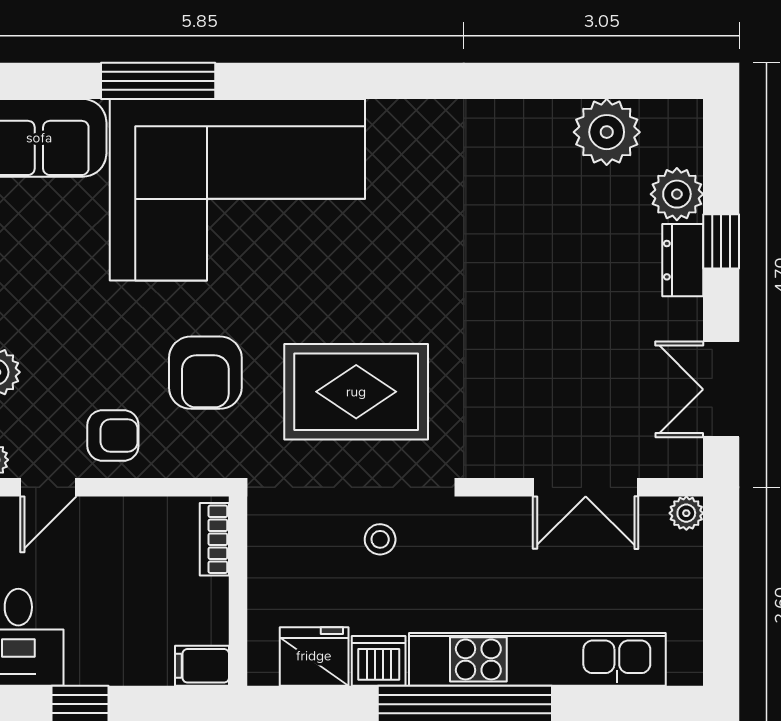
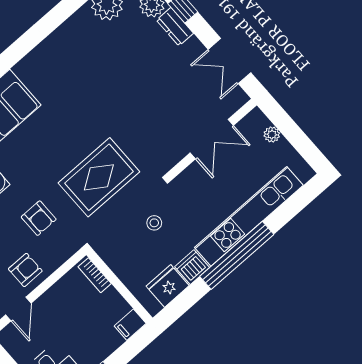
armchair: (205, 373) -> (39, 218), width x0.72, depth x0.72
plant: (686, 513) -> (272, 135), moved

